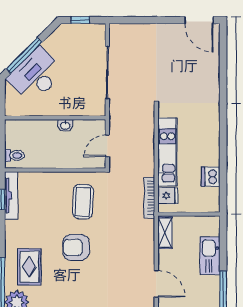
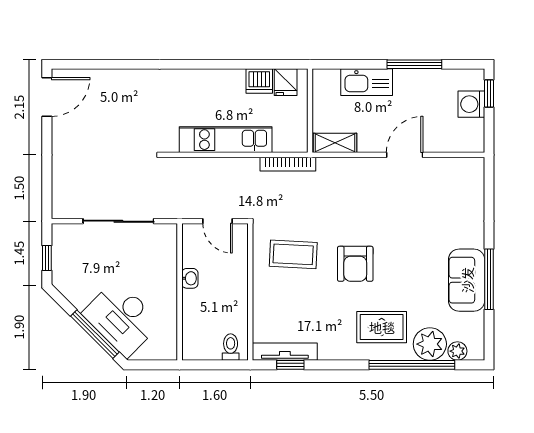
fridge: (168, 196) -> (286, 82), moved, turned 180

